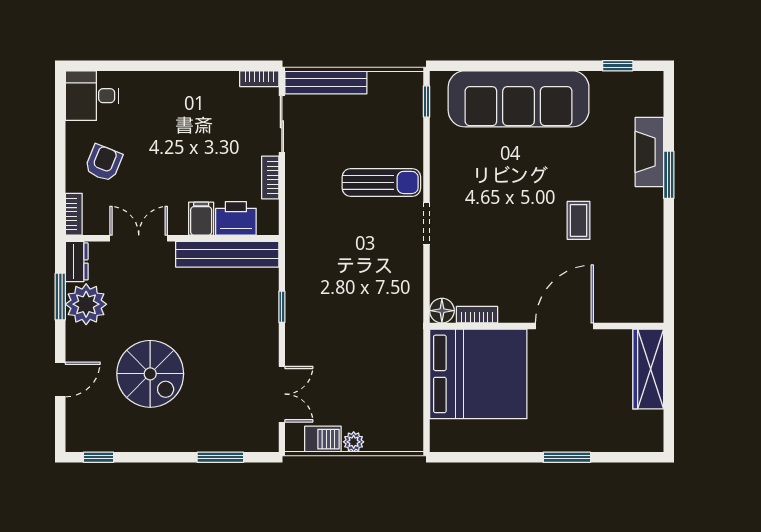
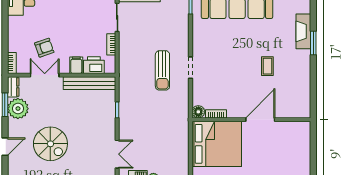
armchair: (104, 163) -> (44, 48), moved, turned 49
sun lounger: (381, 182) -> (162, 70), moved, turned 90
wardrobe: (648, 369) -> (303, 141), removed

